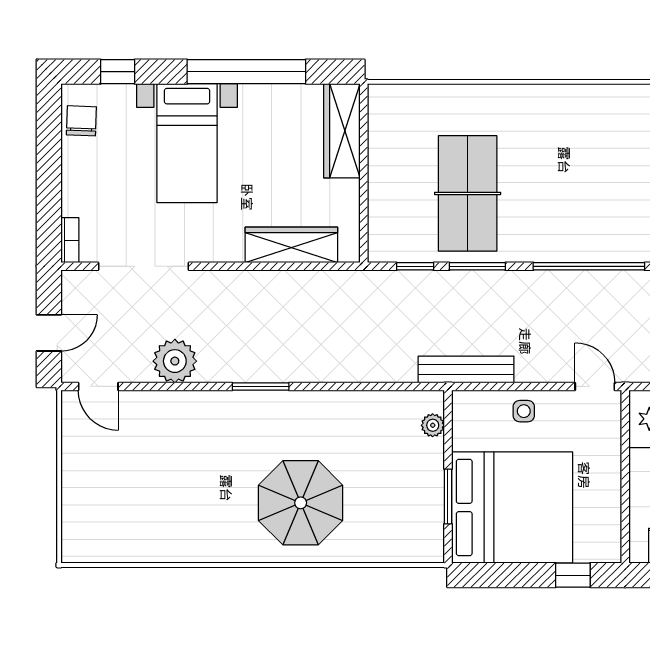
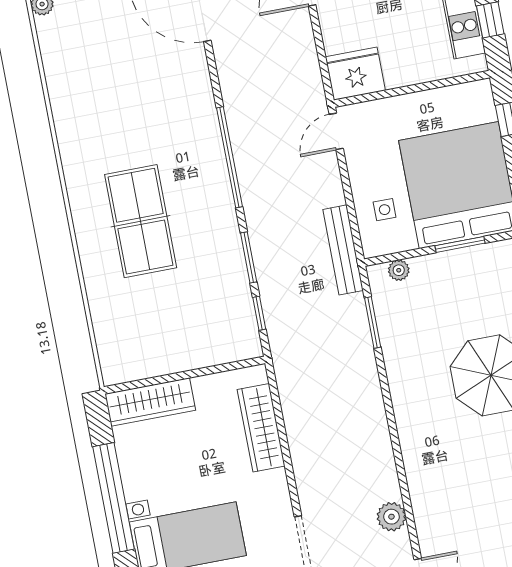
table tennis table: (468, 193) -> (141, 221), moved, turned 90
plant: (175, 361) -> (391, 517), width x0.73, depth x0.73
window: (261, 386) -> (373, 322), moved
side table: (524, 411) -> (385, 210), moved

